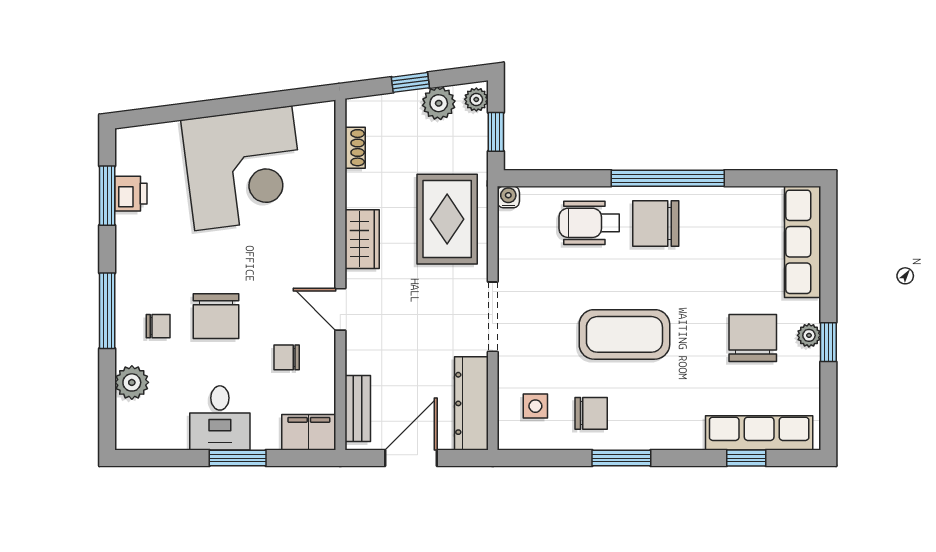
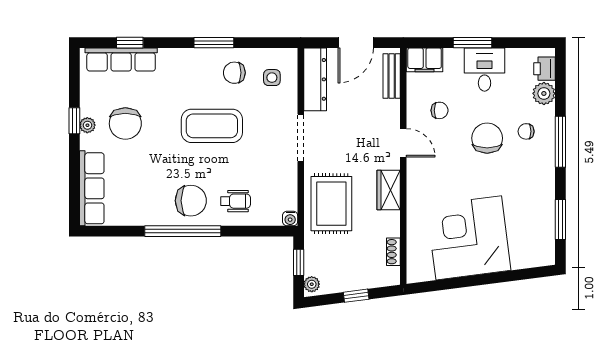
plant: (439, 103) -> (337, 282), removed
printer: (131, 194) -> (544, 69), moved
wheelchair: (589, 223) -> (236, 201), width x0.73, depth x0.73

